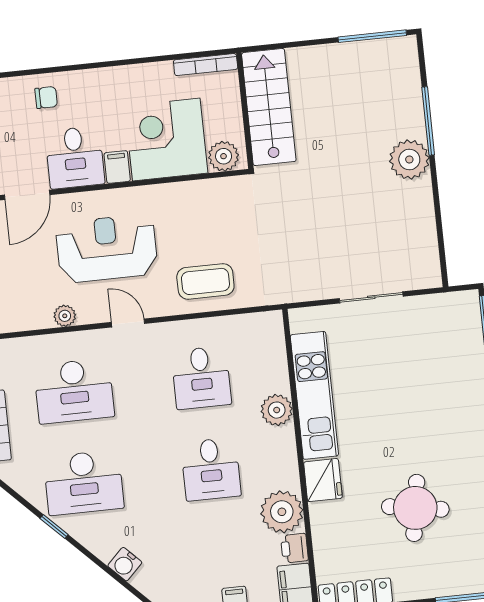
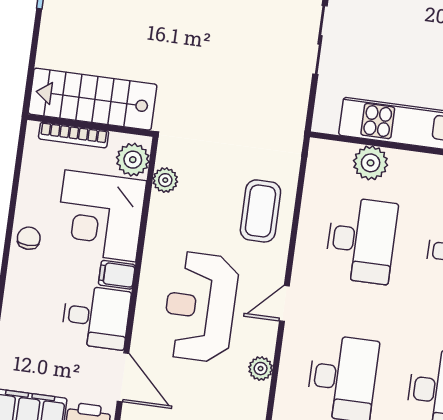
bookcase: (206, 65) -> (74, 135), moved, turned 90
chair: (46, 98) -> (29, 238), moved
plant: (212, 190) -> (165, 180), added
desk: (201, 378) -> (361, 240), width x1.37
plant: (277, 410) -> (371, 163), moved

